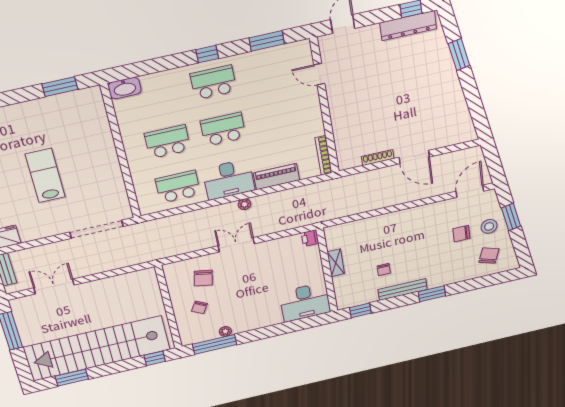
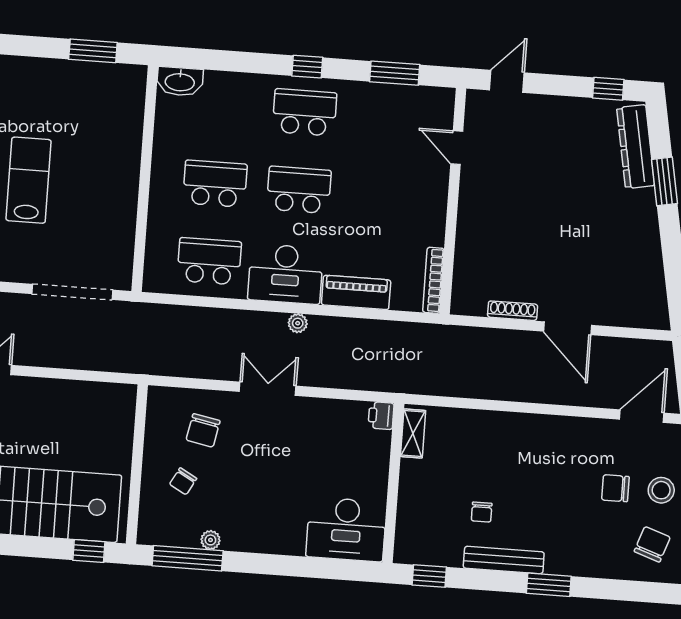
dresser: (408, 26) -> (636, 147), moved, turned 79
shelving: (336, 263) -> (413, 433), moved

